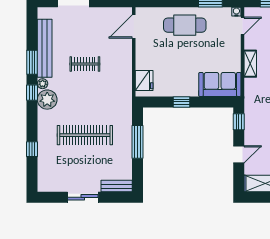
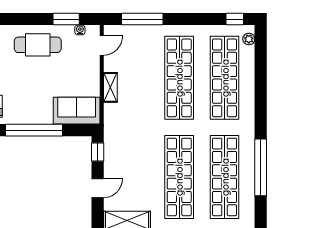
water cooler: (236, 12) -> (80, 30), moved
window: (181, 102) -> (34, 130), width x3.17

